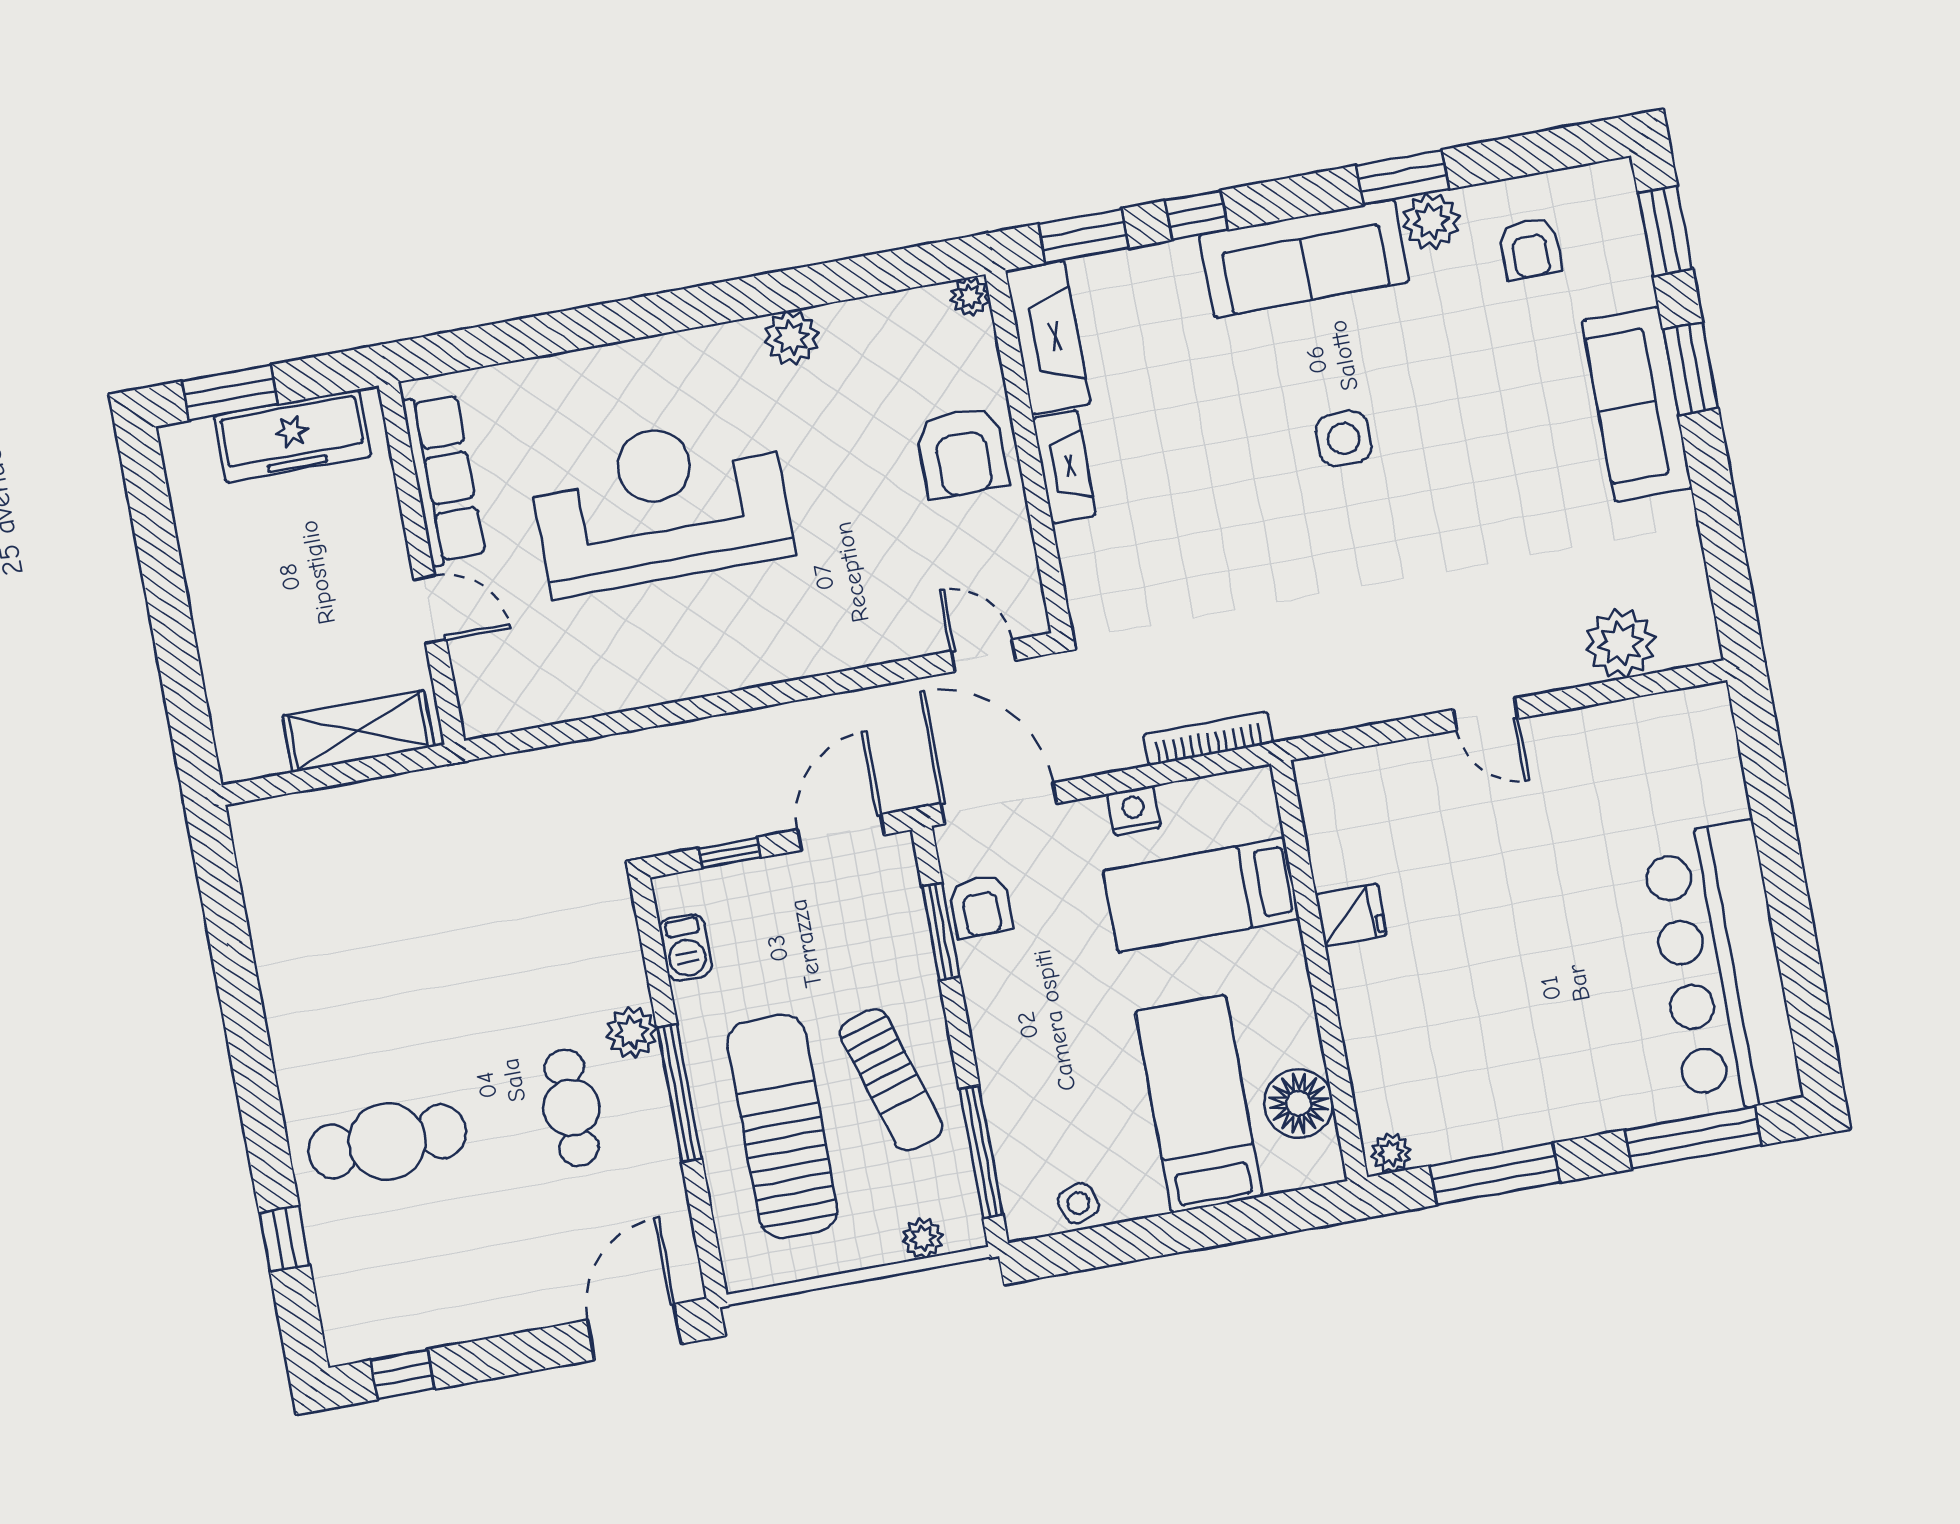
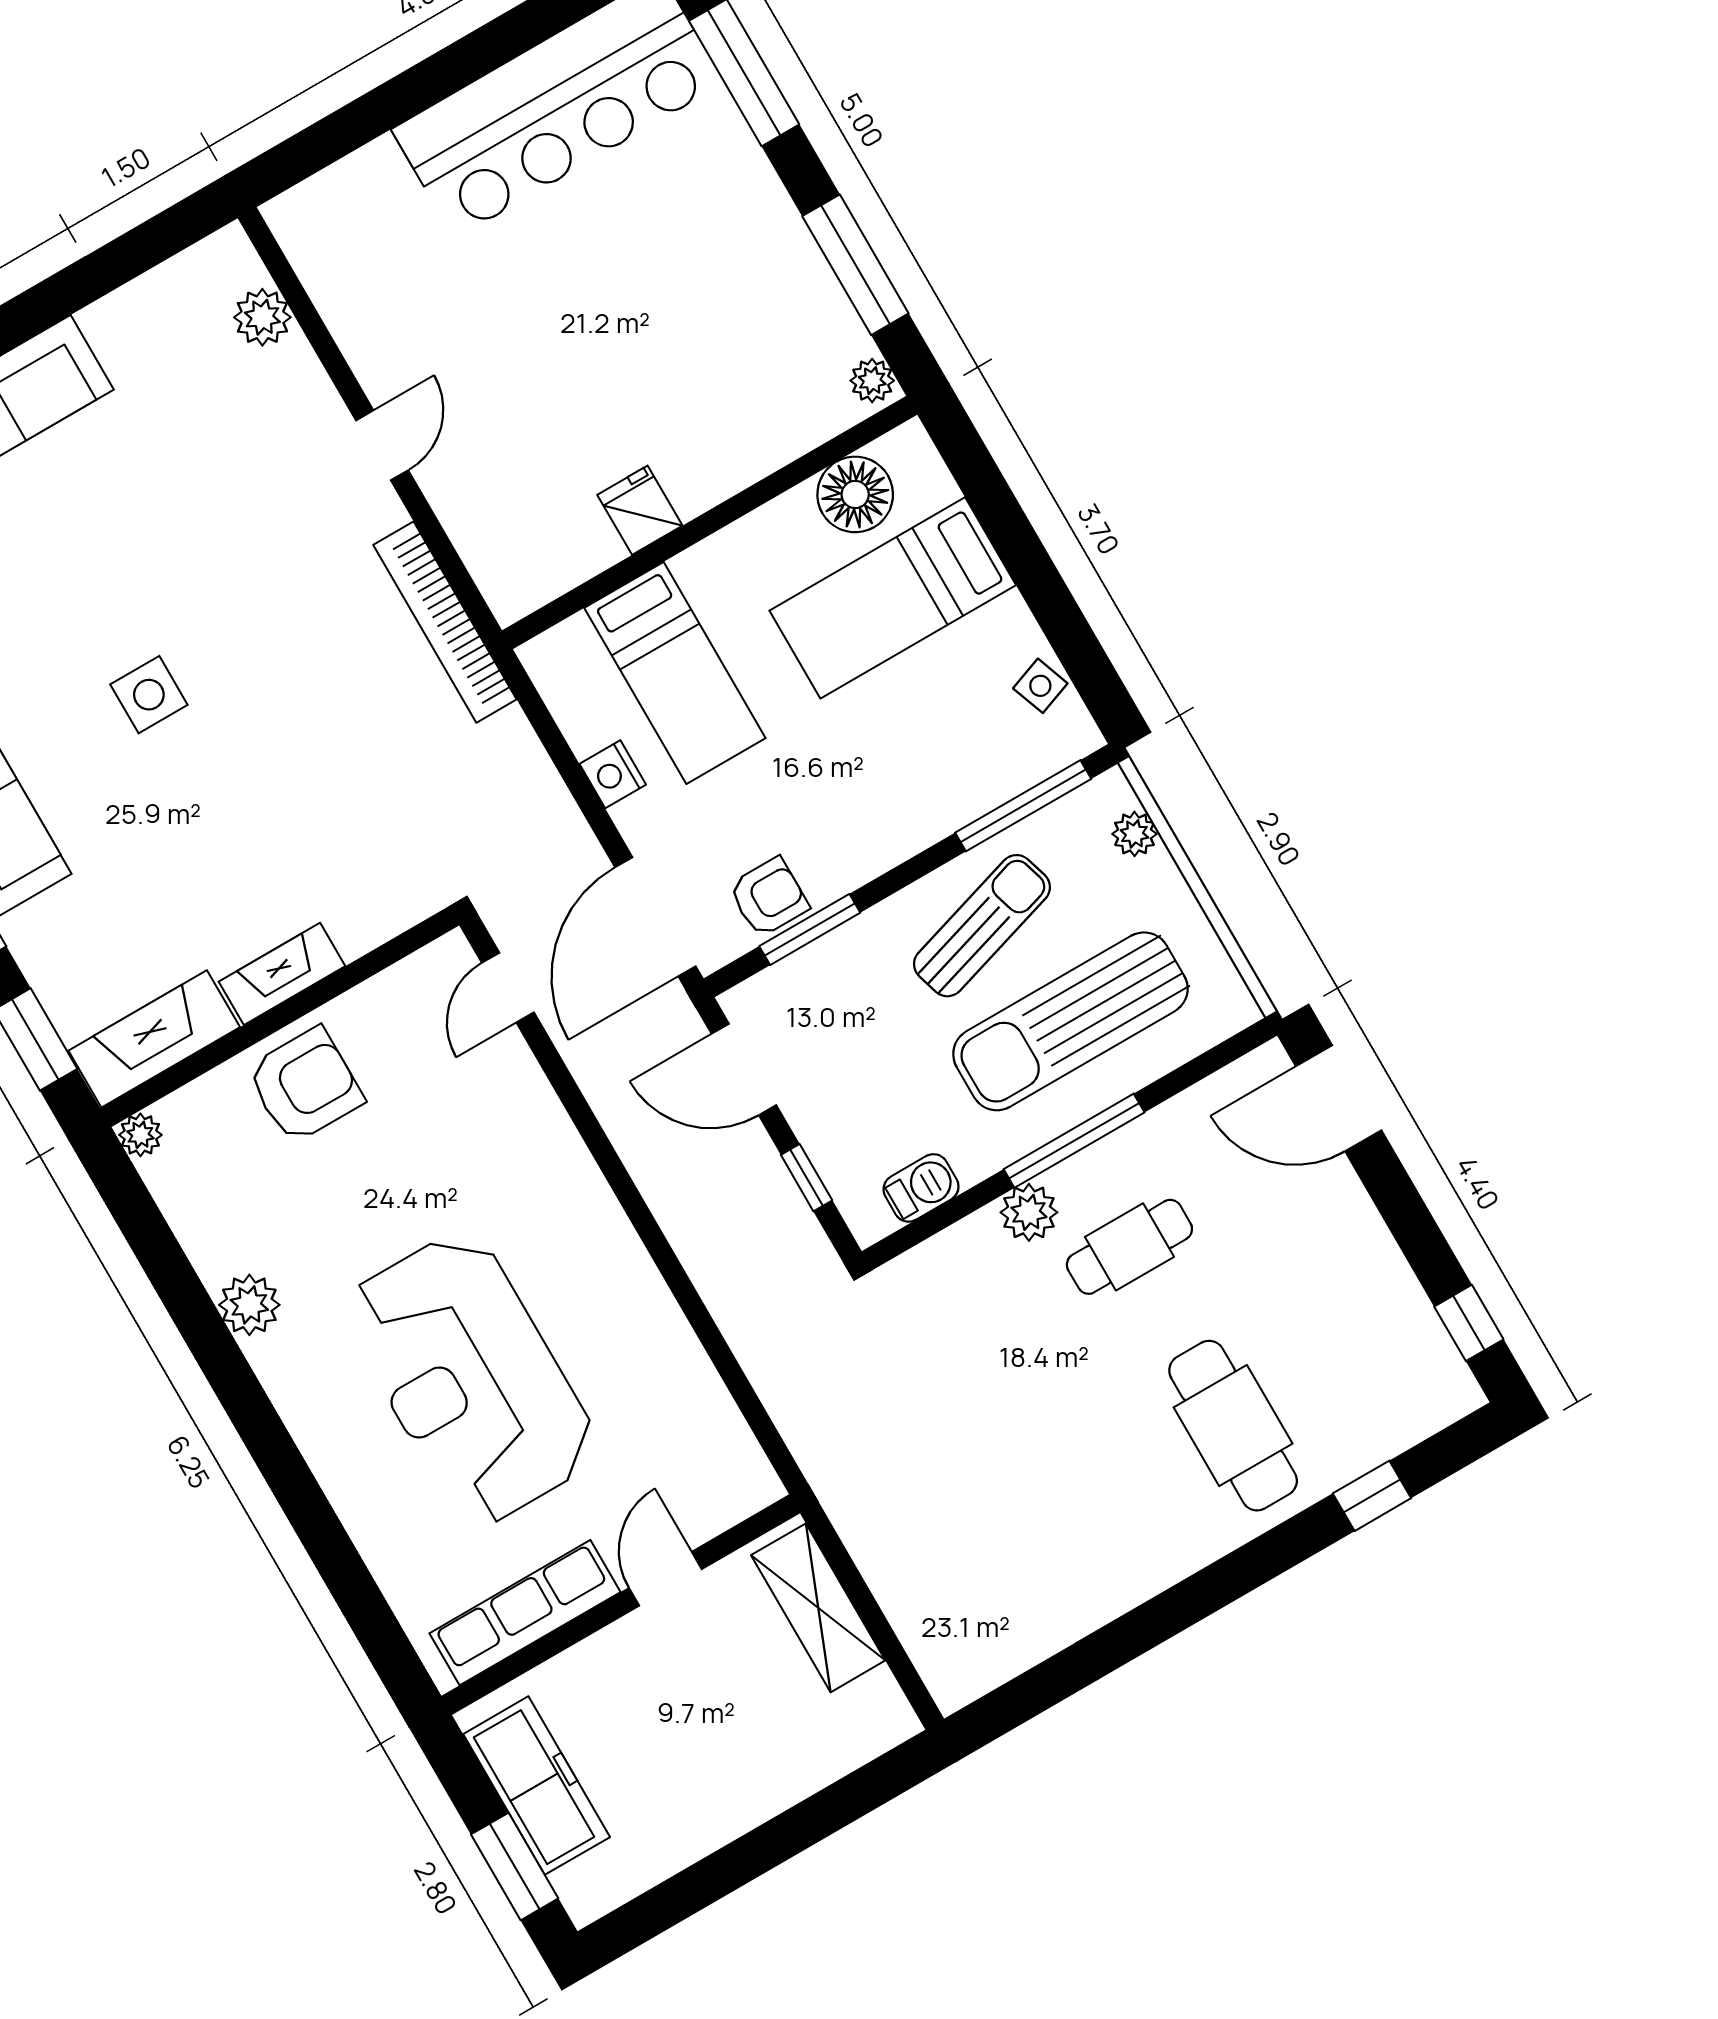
plant: (1621, 644) -> (262, 317), width x0.73, depth x0.73
bookcase: (1208, 739) -> (445, 622), moved, width x1.48, depth x1.31

